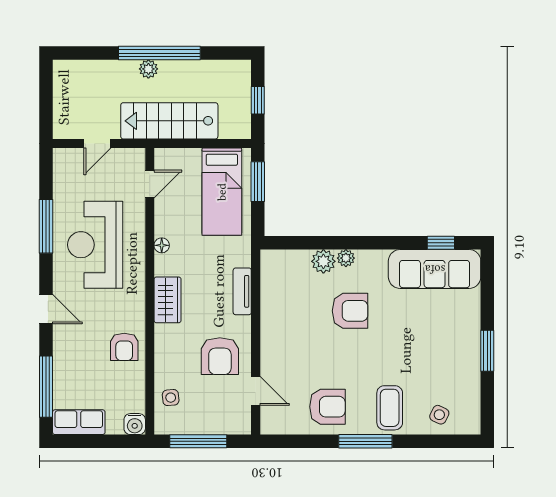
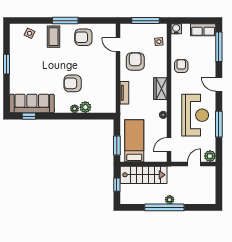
stairs: (169, 121) -> (144, 175), moved
plant: (65, 160) -> (210, 156), added

